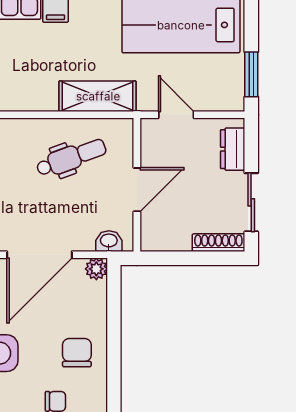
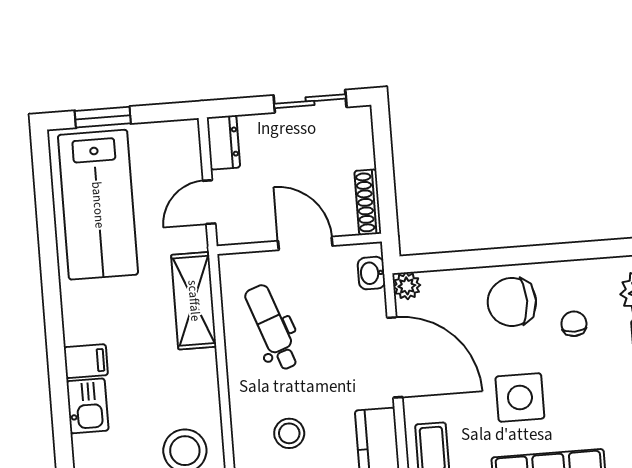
window: (251, 74) -> (103, 117), moved
dresser: (233, 149) -> (223, 142), moved, turned -90
shoe rack: (218, 243) -> (368, 202), moved
chair: (77, 353) -> (512, 302), width x1.37, depth x1.37

